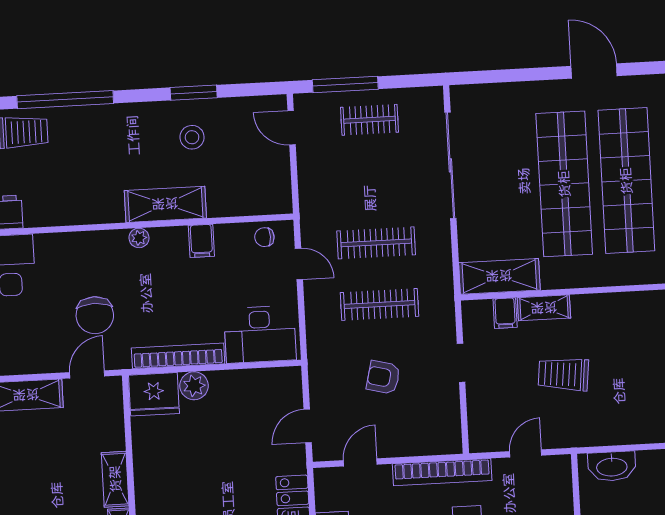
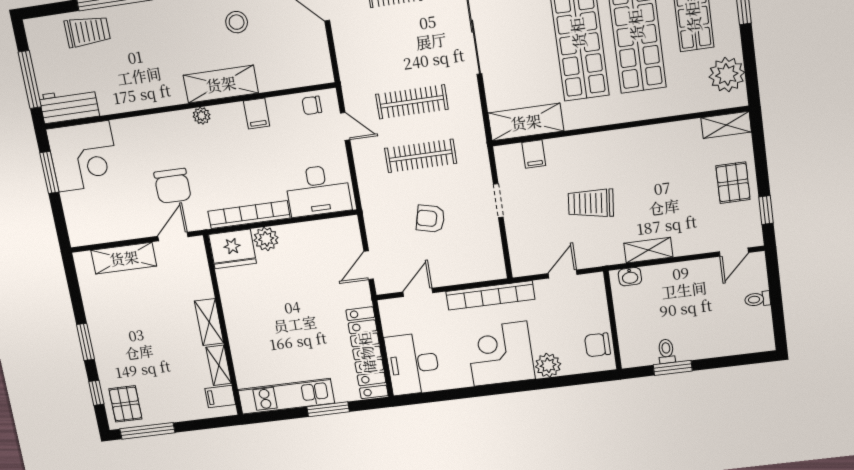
shelving: (544, 308) -> (648, 250), moved
washbasin: (612, 466) -> (630, 277), width x0.52, depth x0.69

